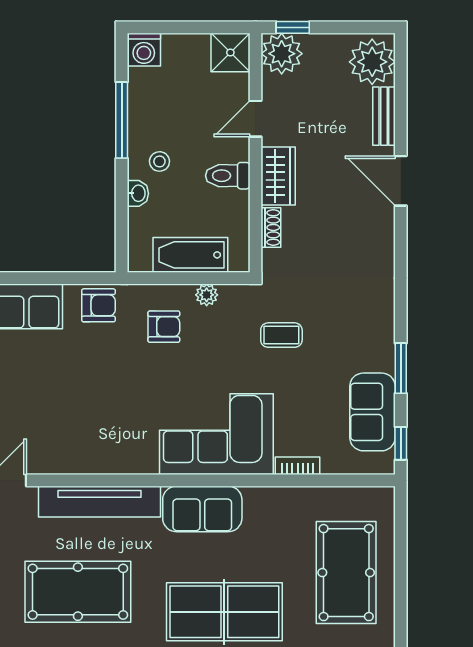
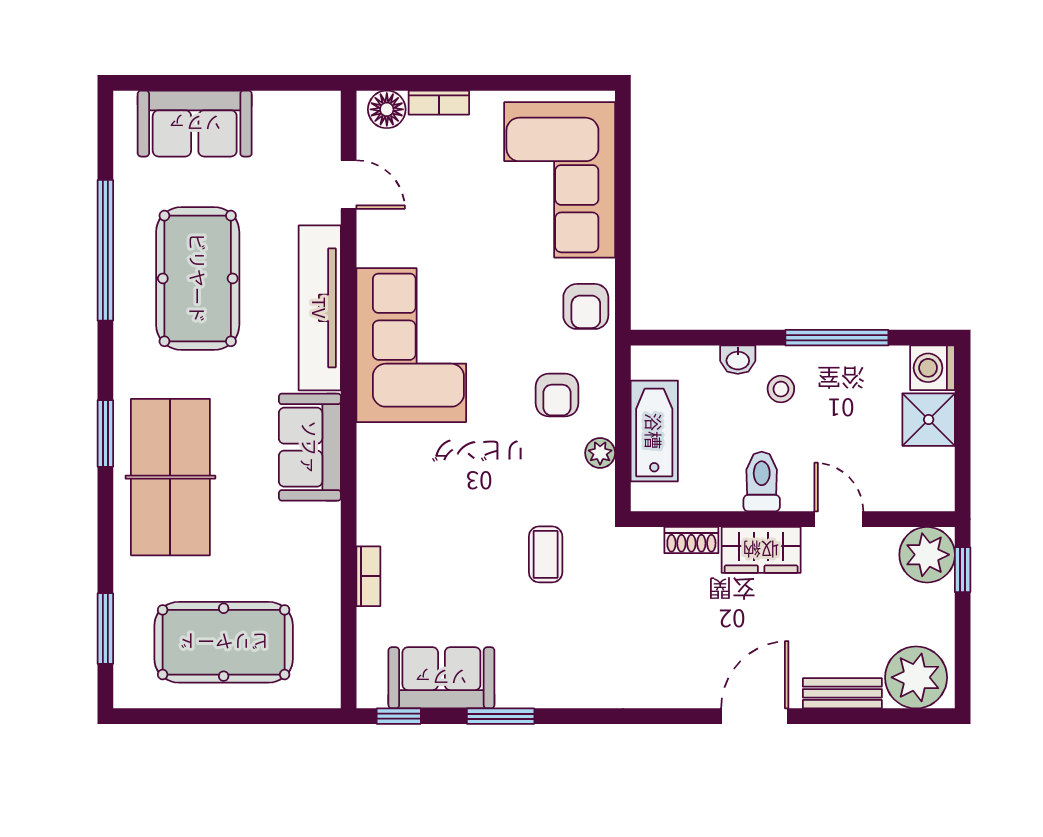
shower: (230, 52) -> (929, 420), moved
corner sofa: (216, 434) -> (411, 345), moved

